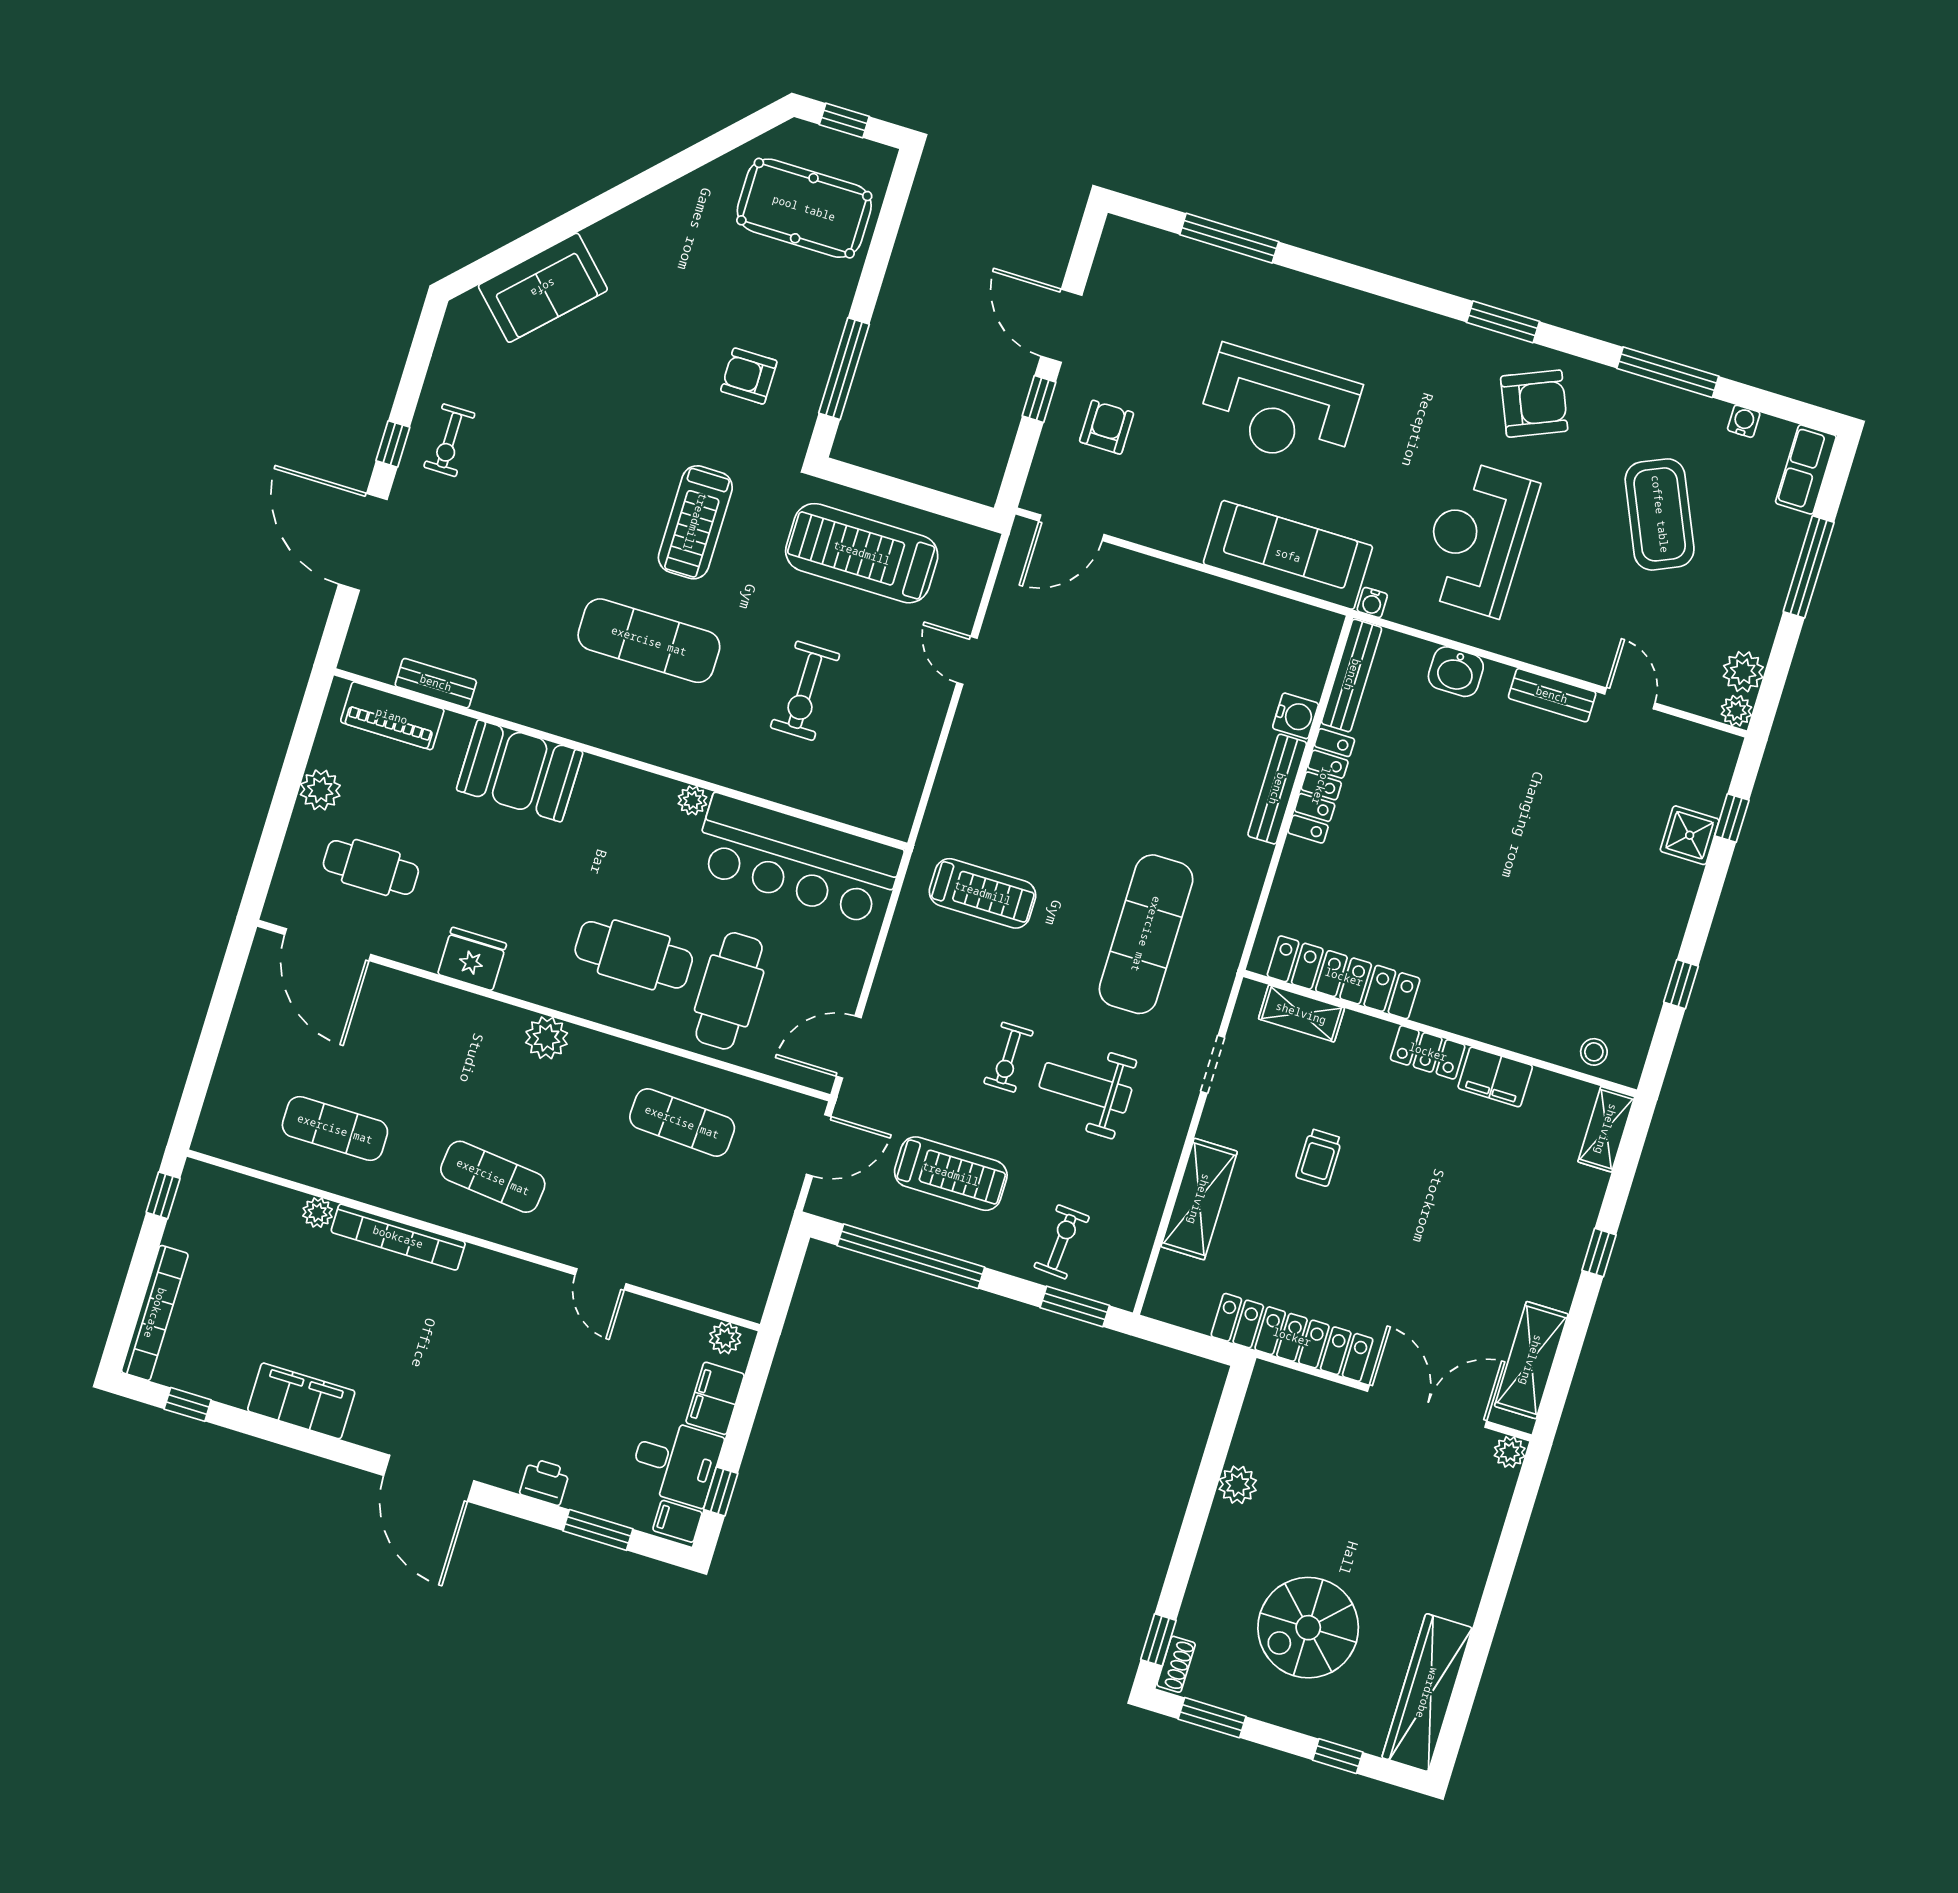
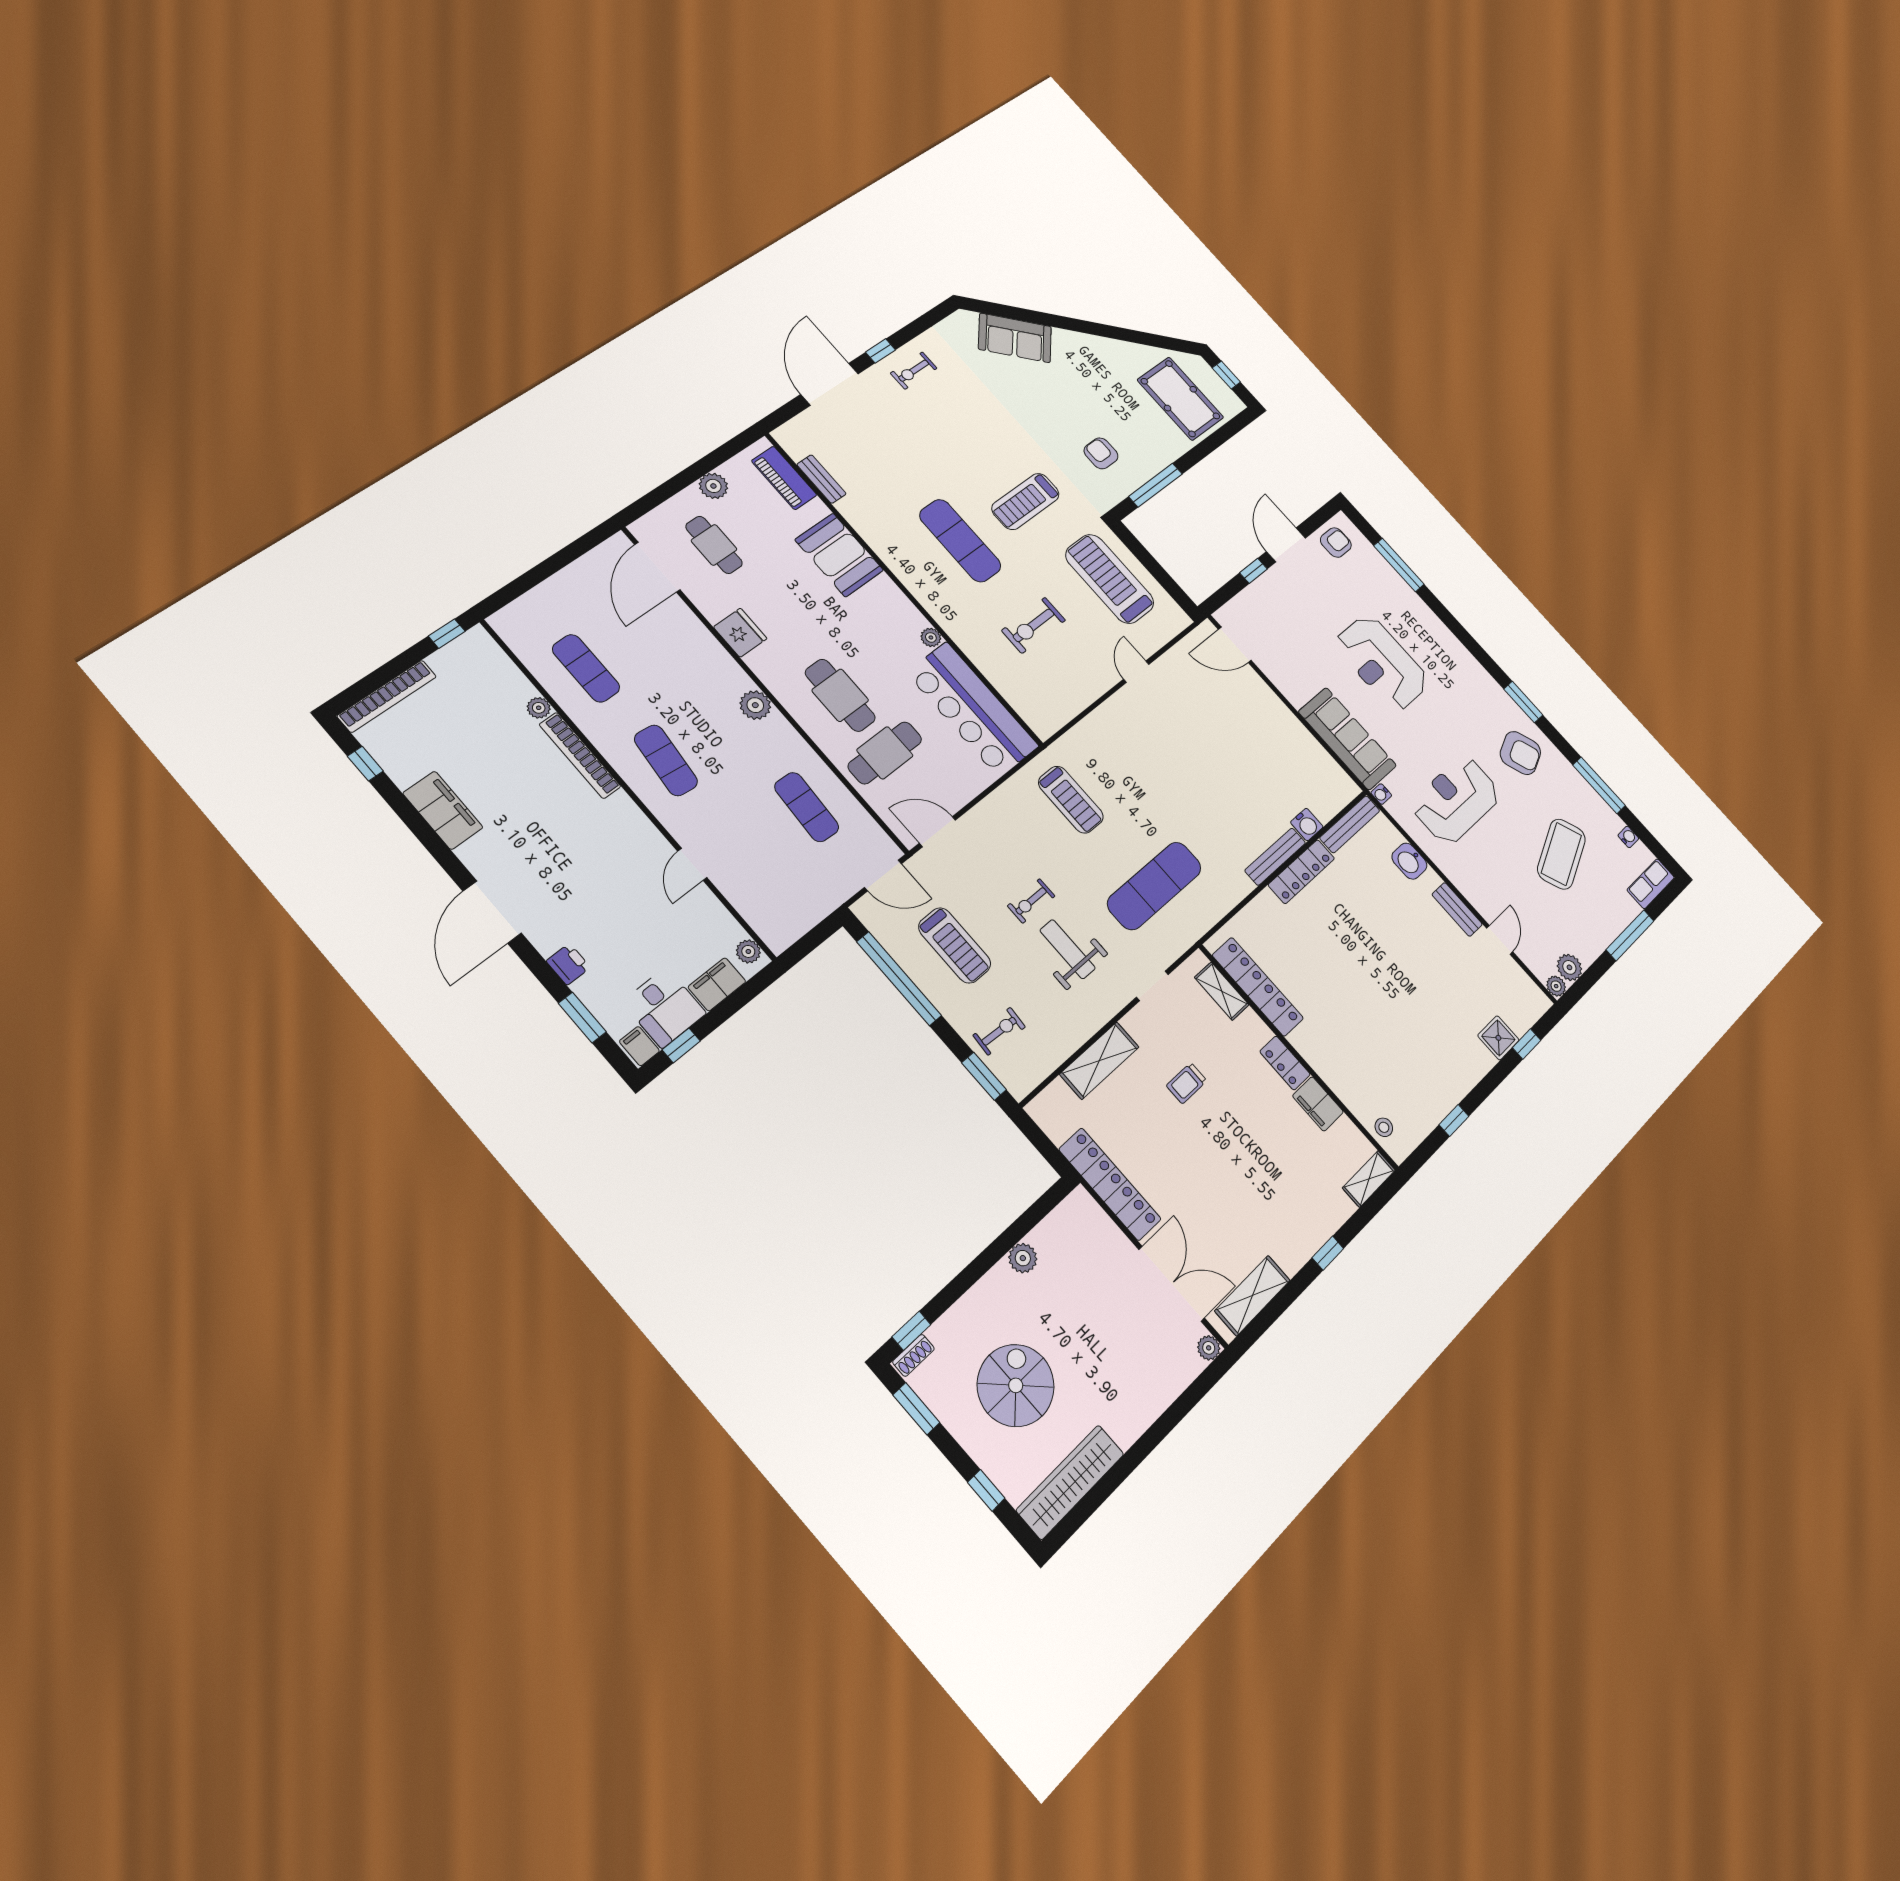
armchair: (1107, 427) -> (1336, 542), moved
spiral stairs: (1308, 1628) -> (1016, 1385), turned 90

